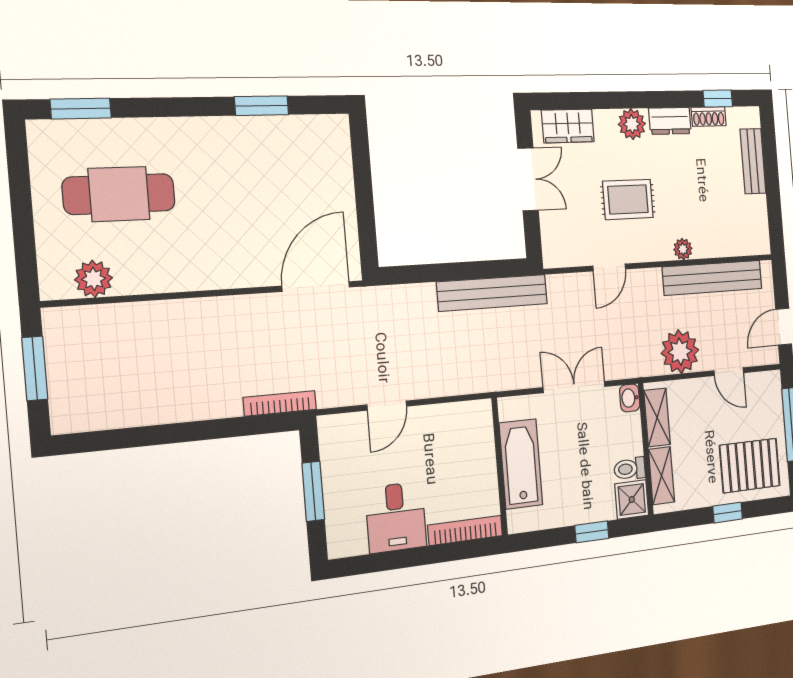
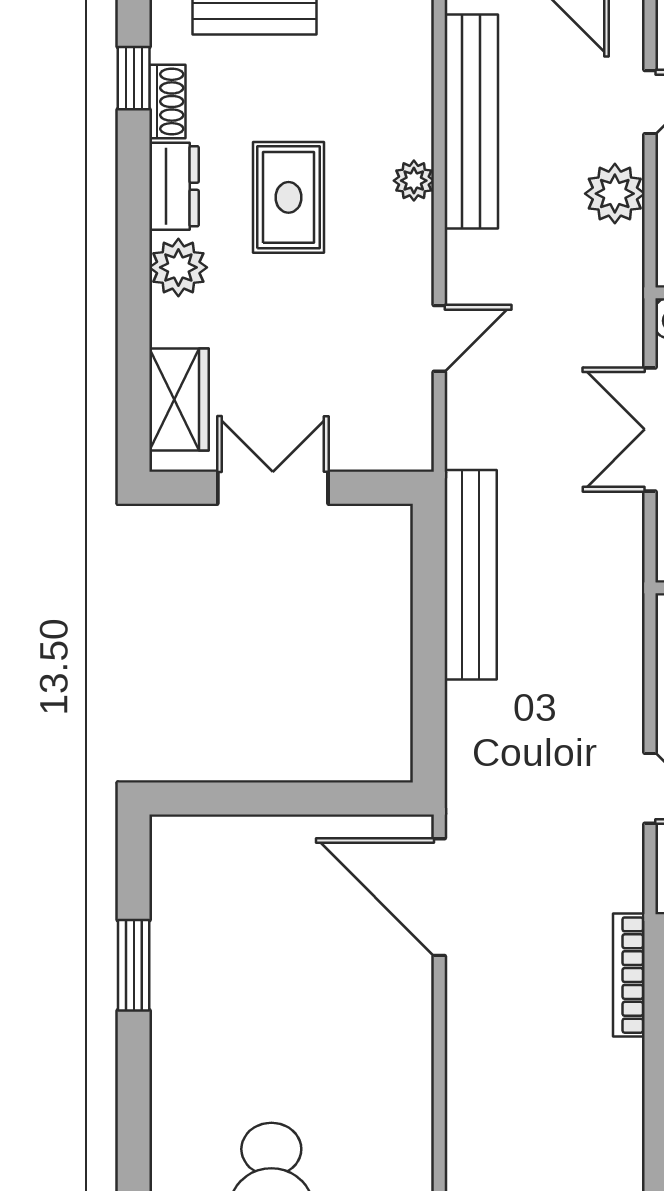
rug: (628, 199) -> (289, 197), moved
door: (609, 267) -> (439, 338), hinge flipped
plant: (680, 352) -> (615, 194), width x0.73, depth x0.73

